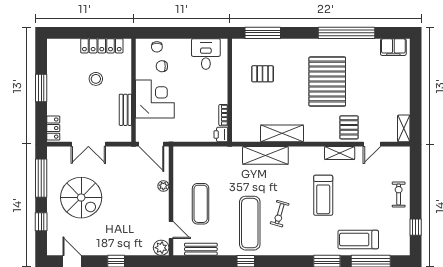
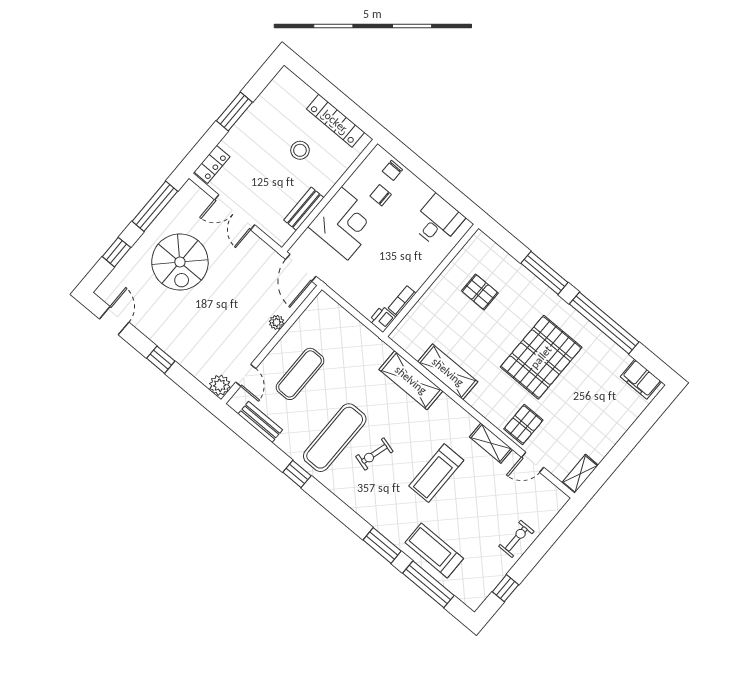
window: (263, 33) -> (544, 273), moved

